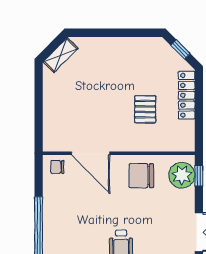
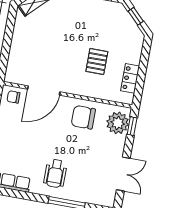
locker: (187, 95) -> (130, 78), moved, width x0.66
door: (91, 153) -> (44, 90), hinge flipped

